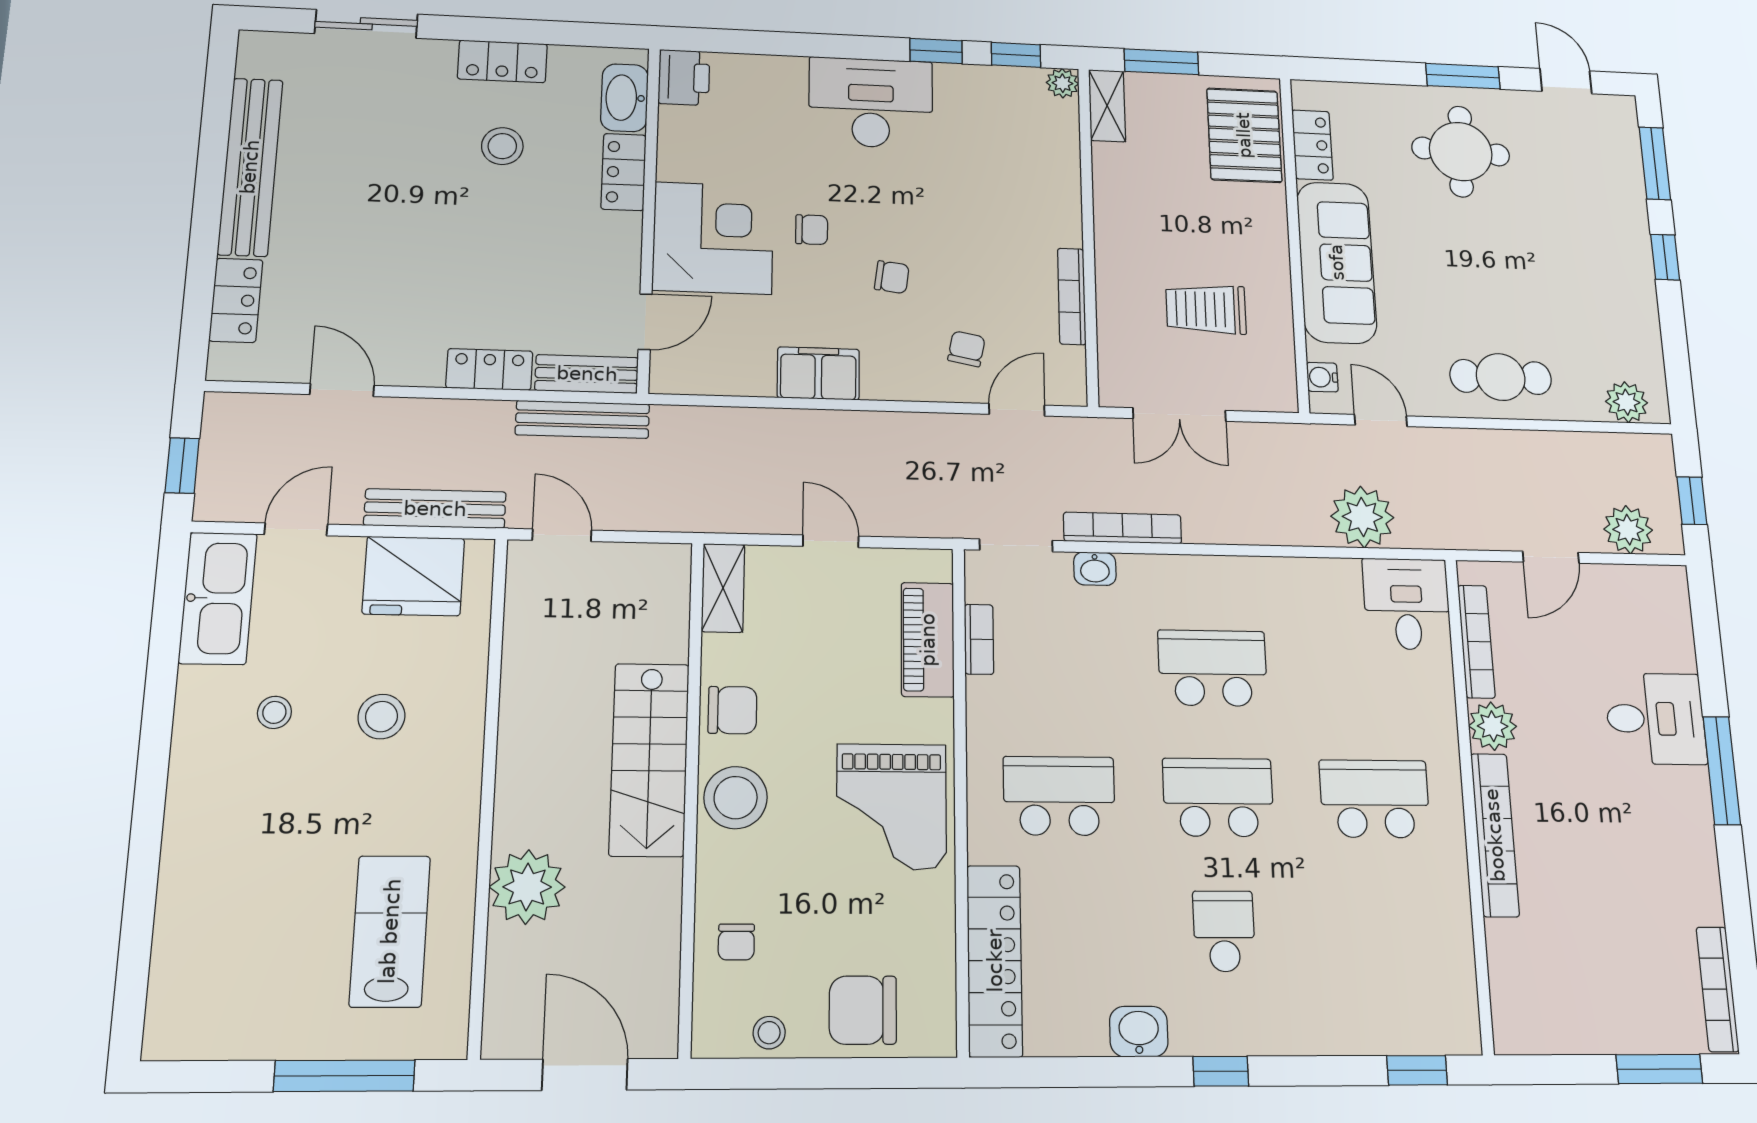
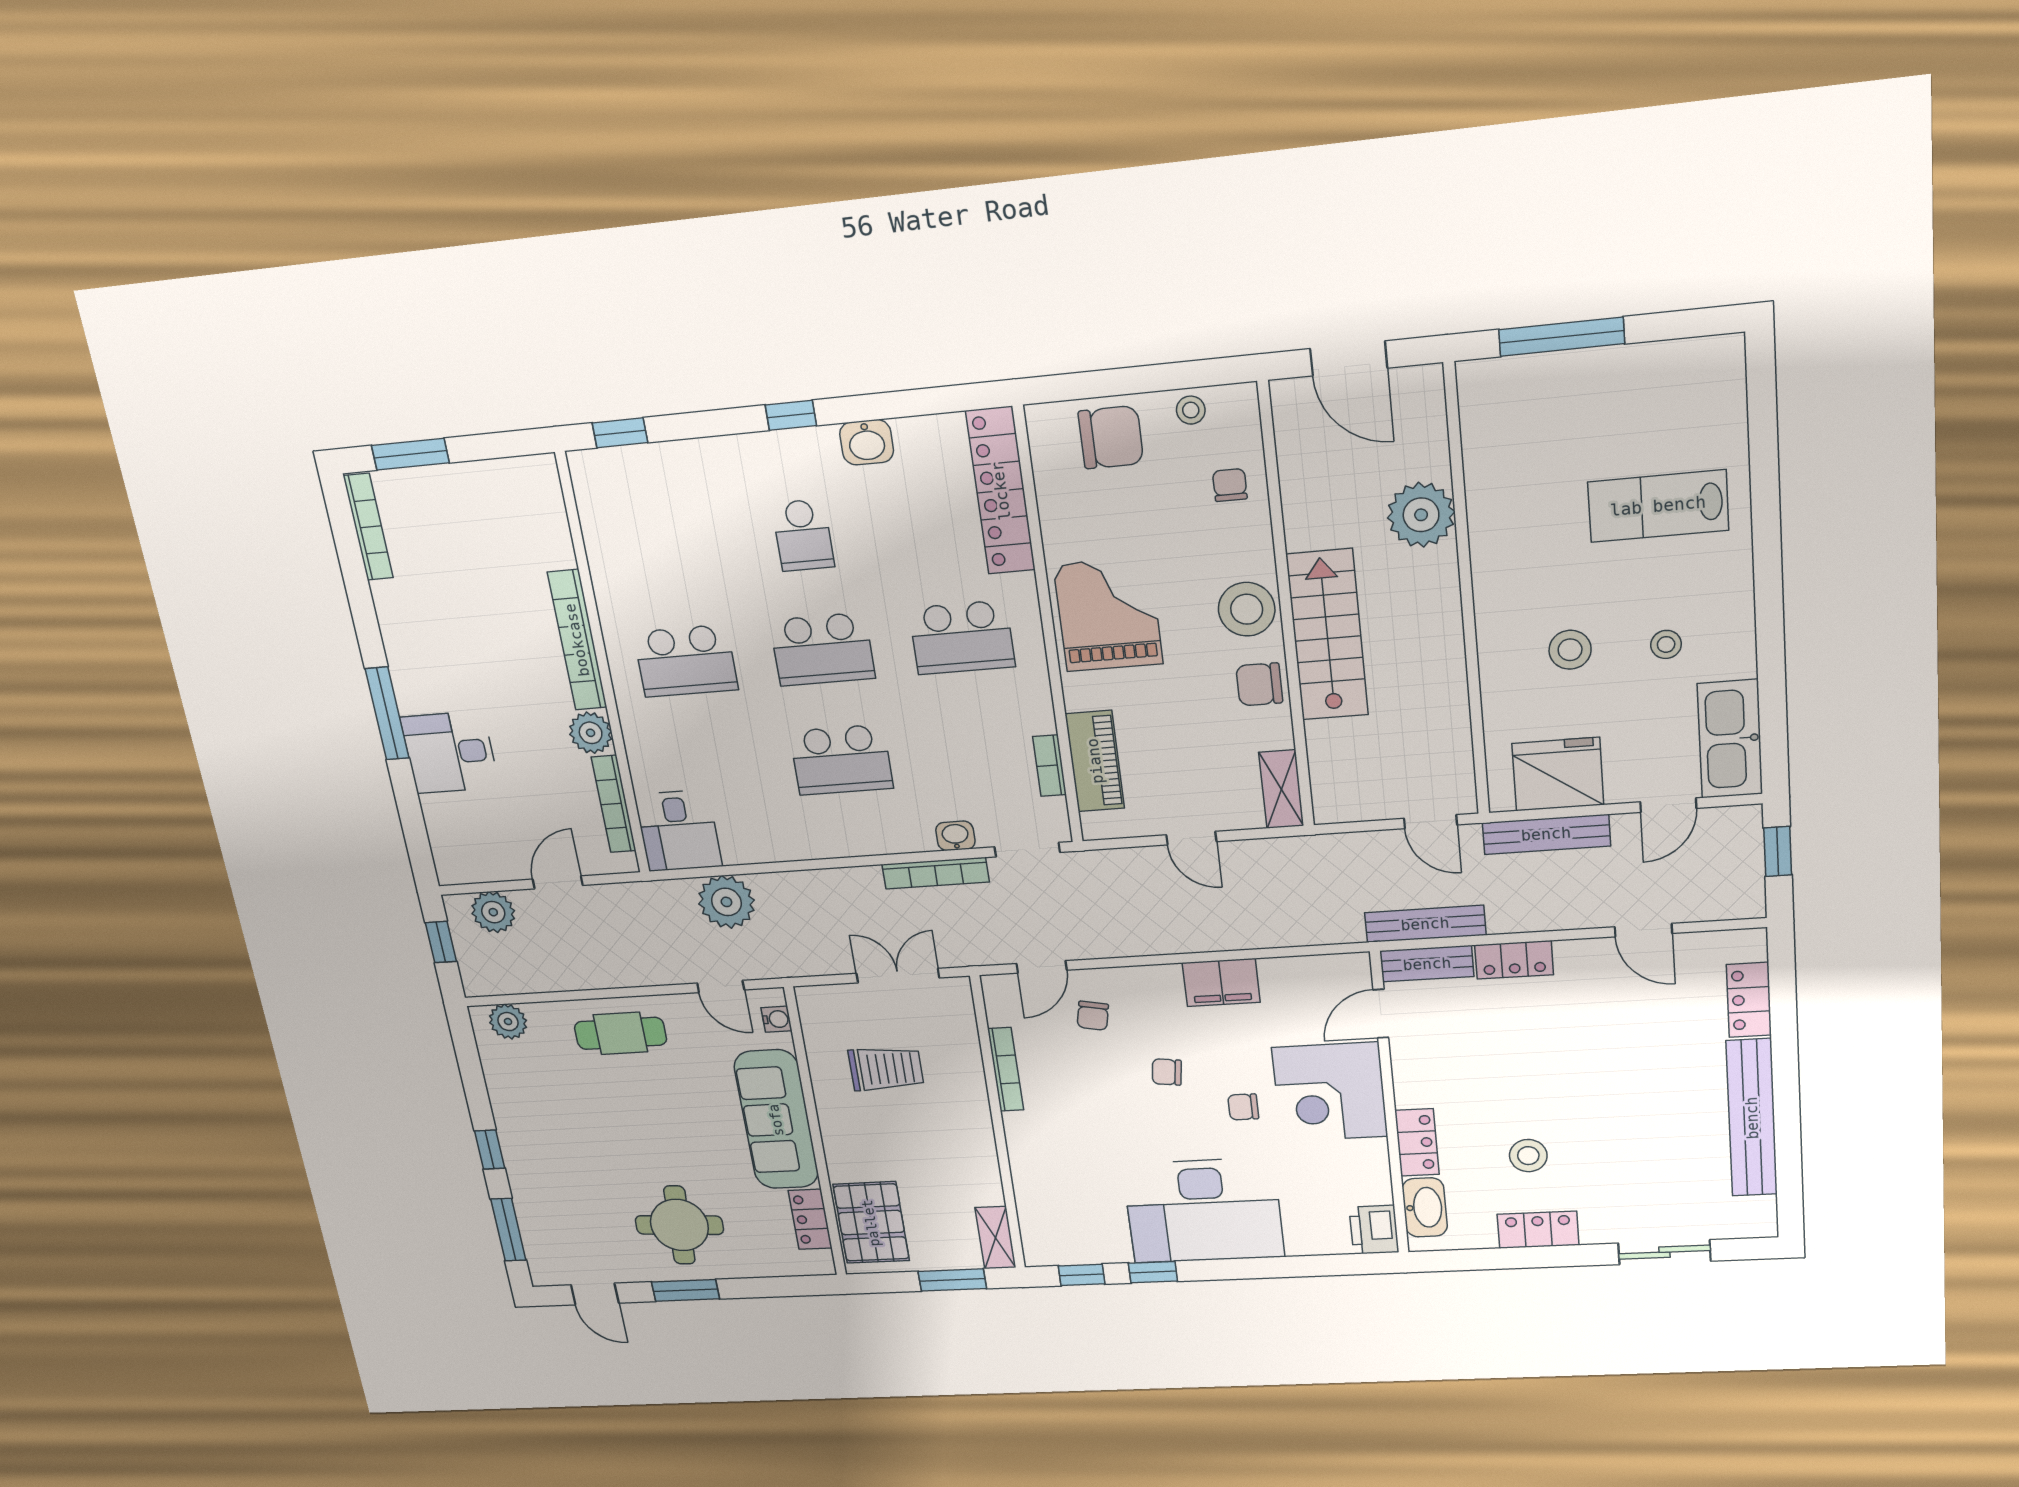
plant: (1063, 83) -> (1037, 1254), removed
desk: (871, 103) -> (1203, 1211), width x1.36, depth x1.30
lab bench: (390, 931) -> (1658, 506), moved, turned 90

